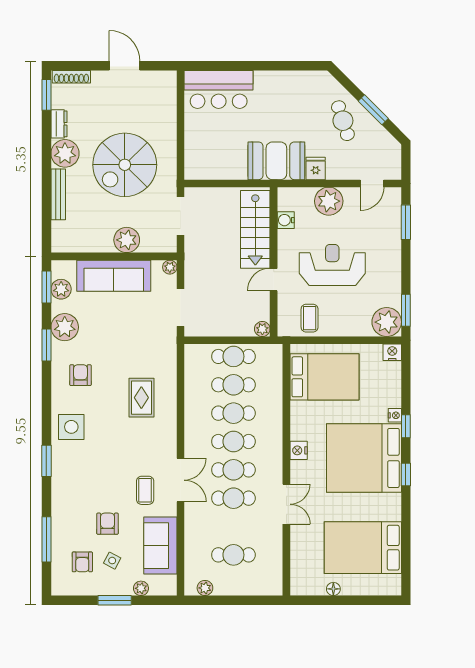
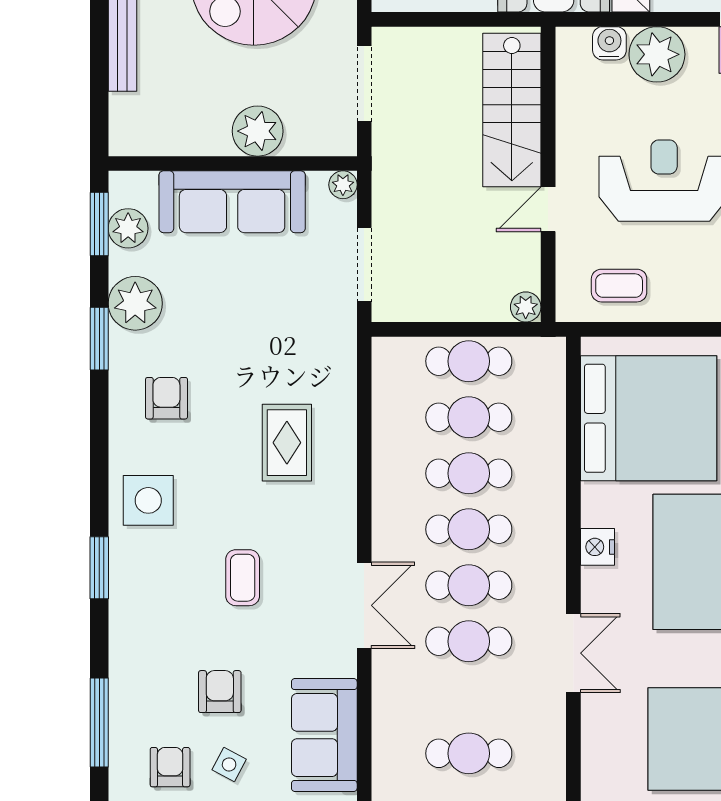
water cooler: (286, 220) -> (609, 43), moved, turned 90
coffee table: (310, 318) -> (619, 286), turned 90
bed: (324, 377) -> (649, 418), width x1.36
coffee table: (145, 490) -> (243, 578), moved
armchair: (82, 562) -> (170, 767), turned 180

